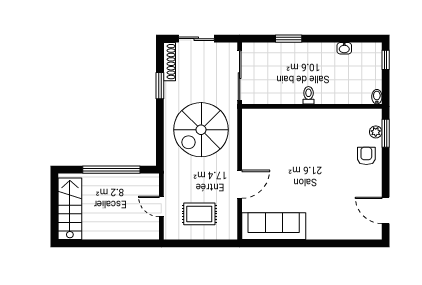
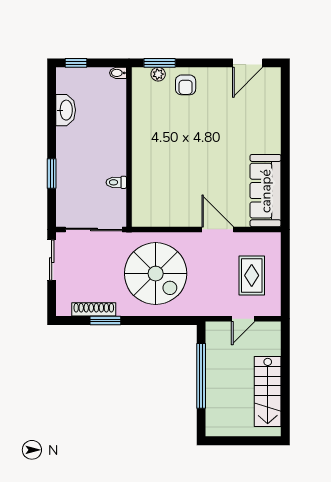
sliding door: (196, 39) -> (52, 260), moved
washbasin: (344, 48) -> (66, 110), width x1.91, depth x1.45
shoe rack: (170, 62) -> (94, 309), moved
toilet: (309, 95) -> (116, 182), moved
armchair: (366, 156) -> (186, 85), turned -90
stairs: (70, 209) -> (268, 391), moved, turned -90

